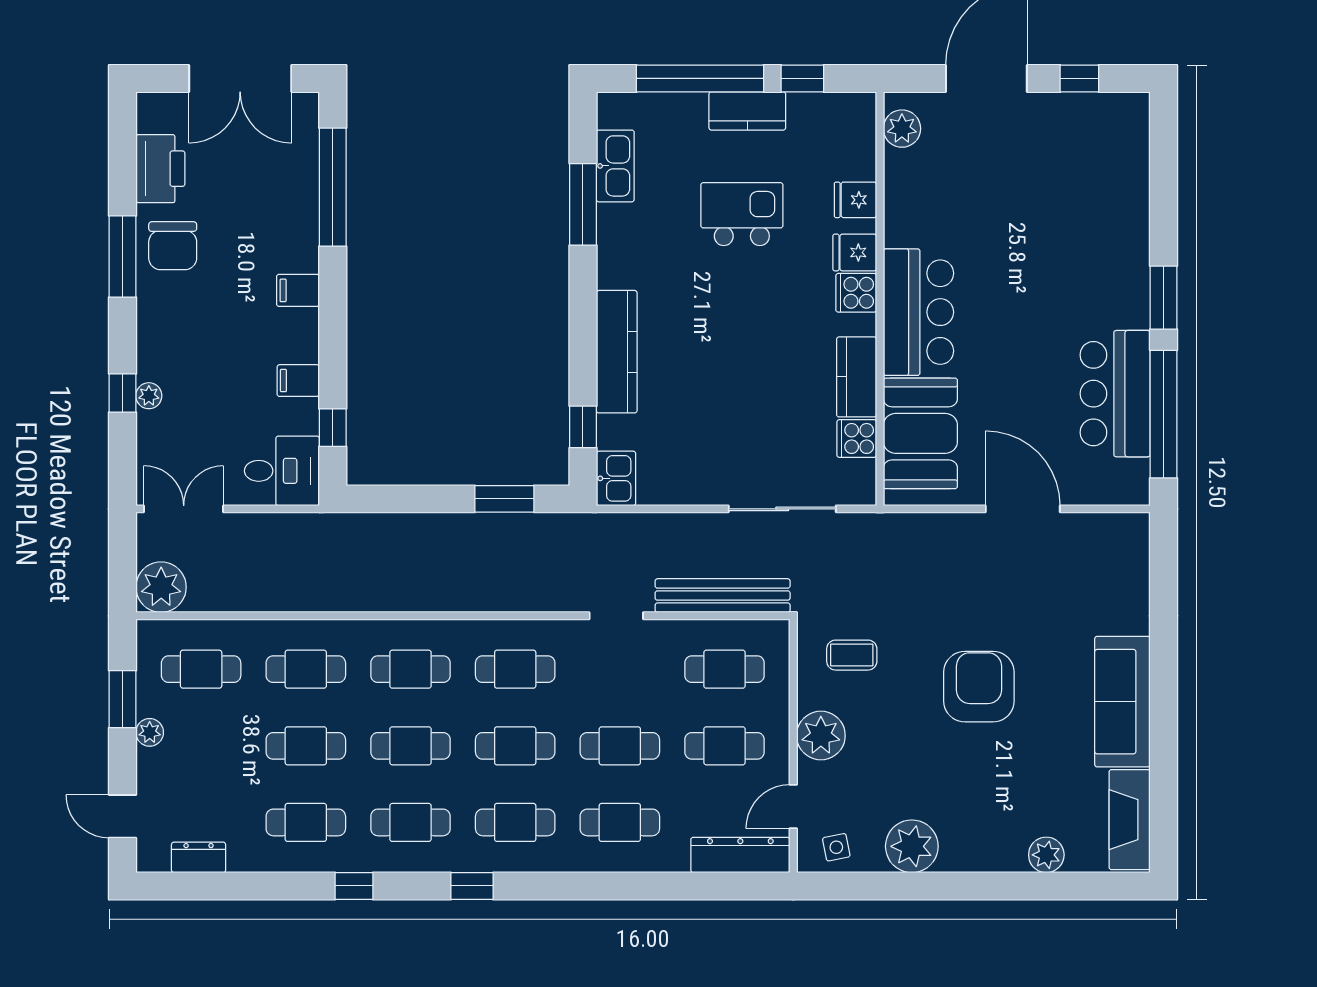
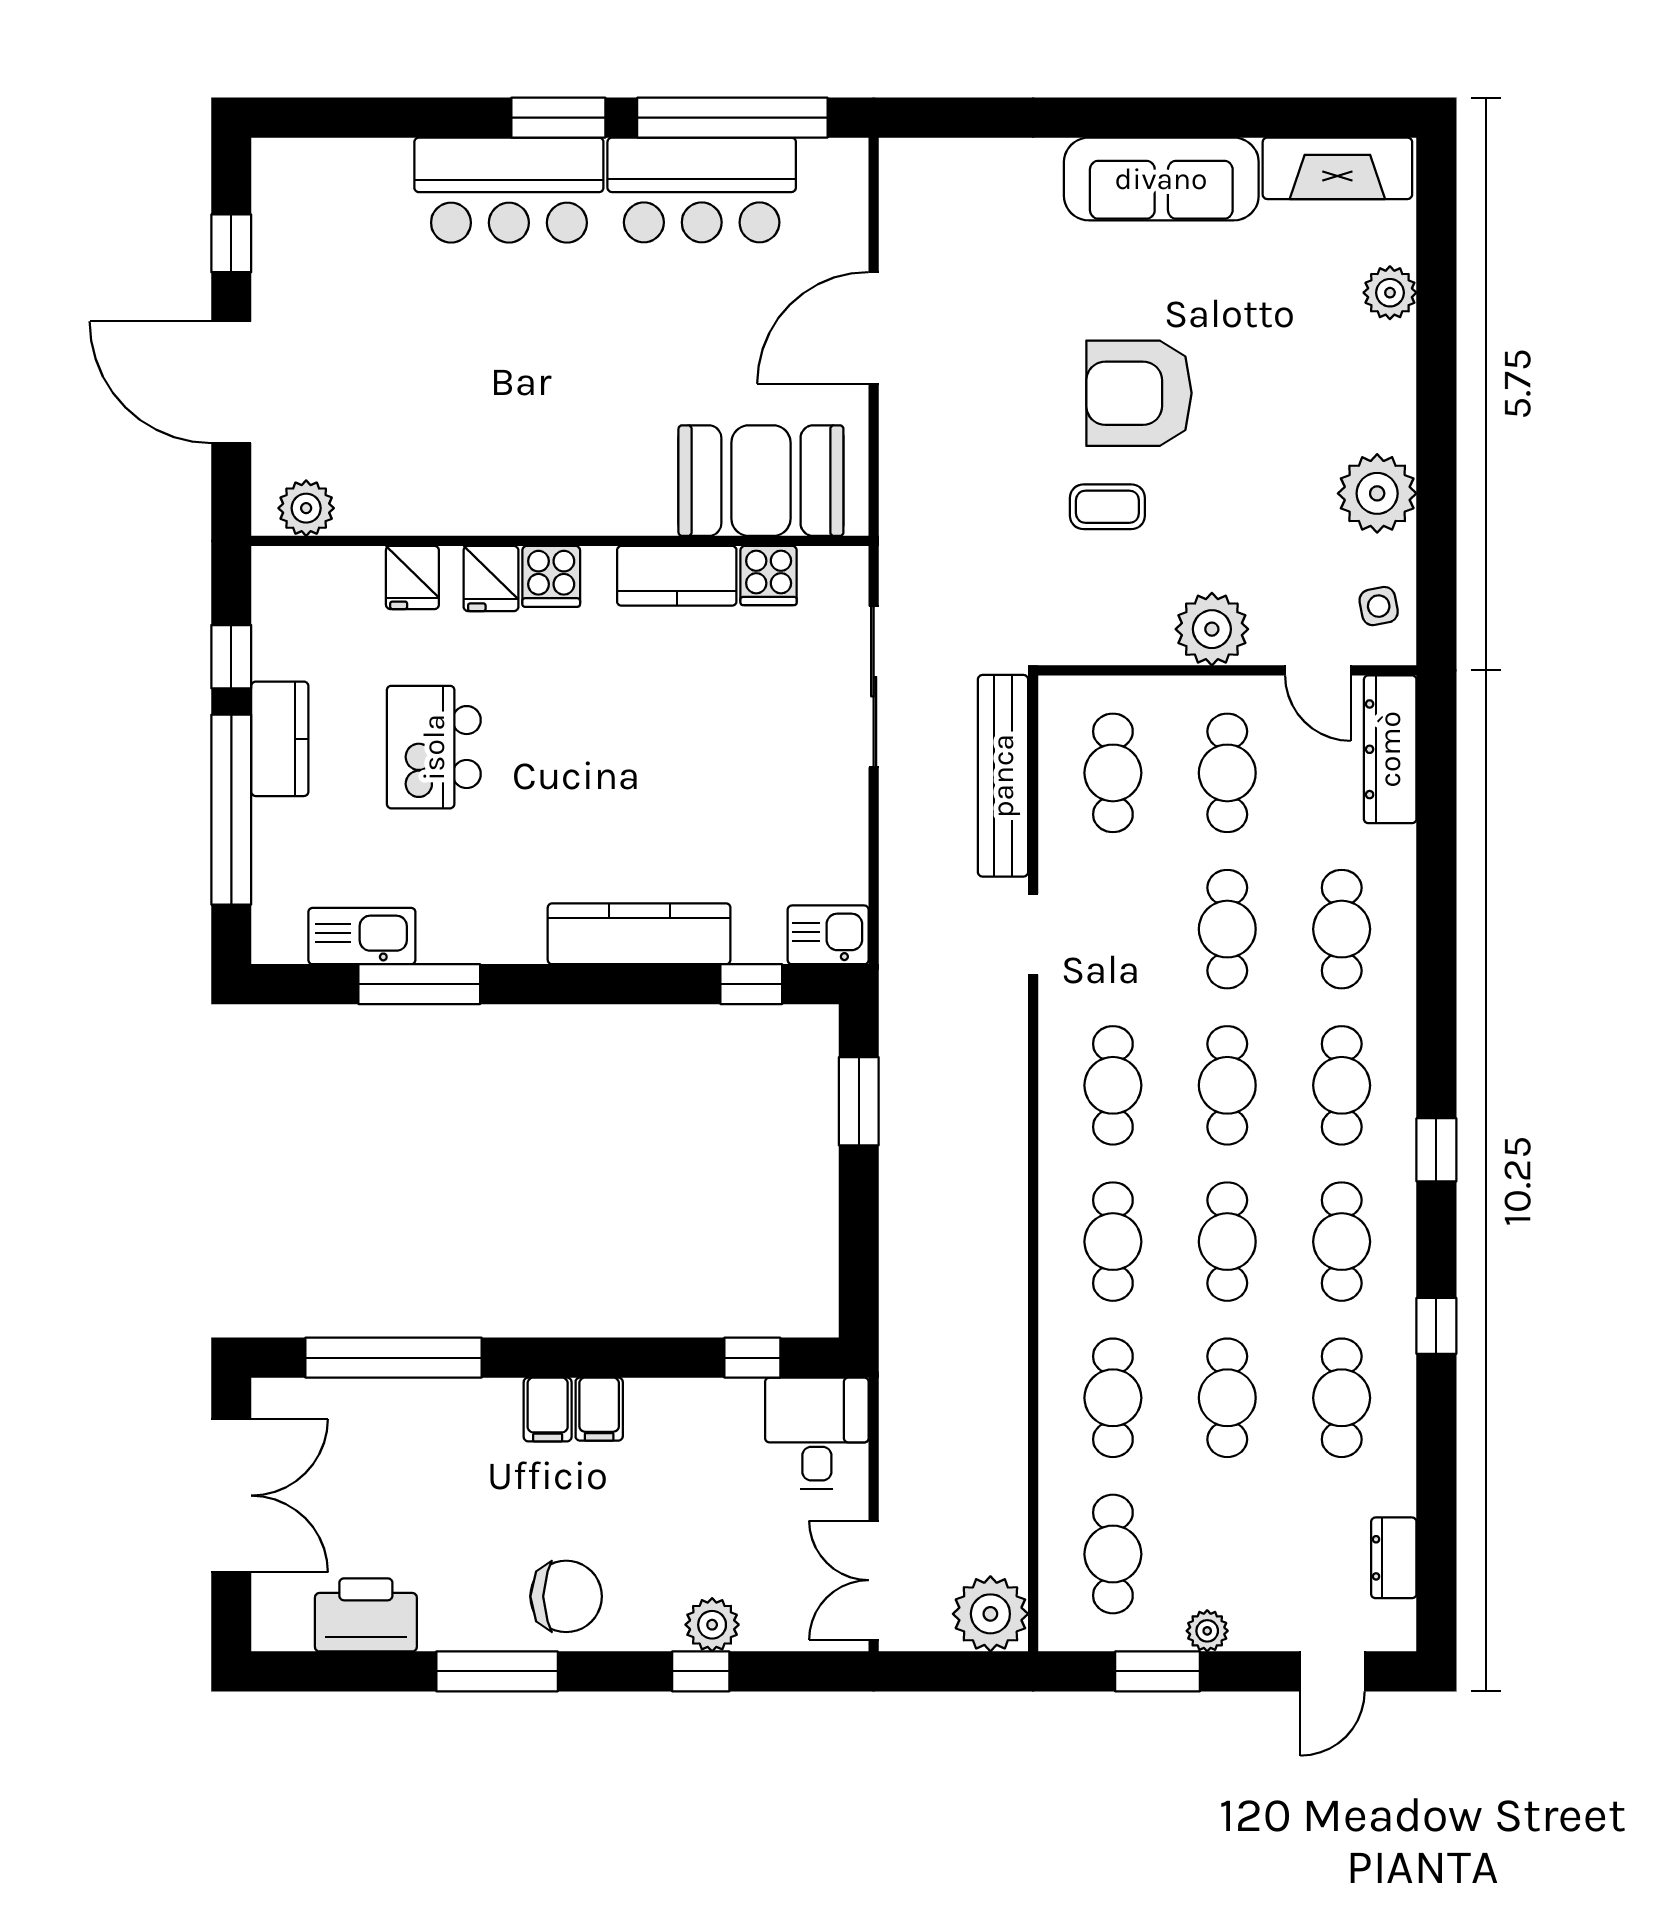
chair: (173, 246) -> (566, 1596), moved
bar counter: (918, 312) -> (509, 190), moved, turned 180
filing cabinet: (298, 381) -> (599, 1409), moved
plant: (149, 396) -> (712, 1625), width x1.38, depth x1.38
coffee table: (852, 655) -> (1107, 507), moved, turned 90

